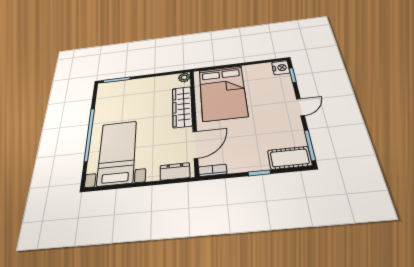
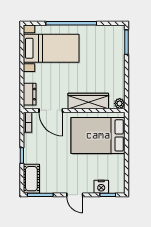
nightstand: (281, 68) -> (101, 187), moved

